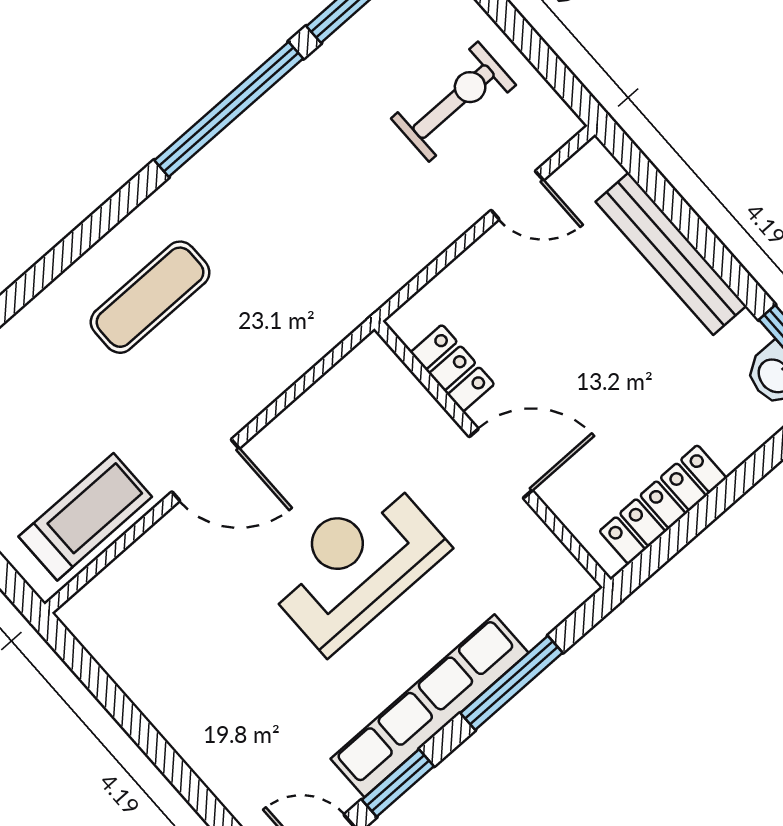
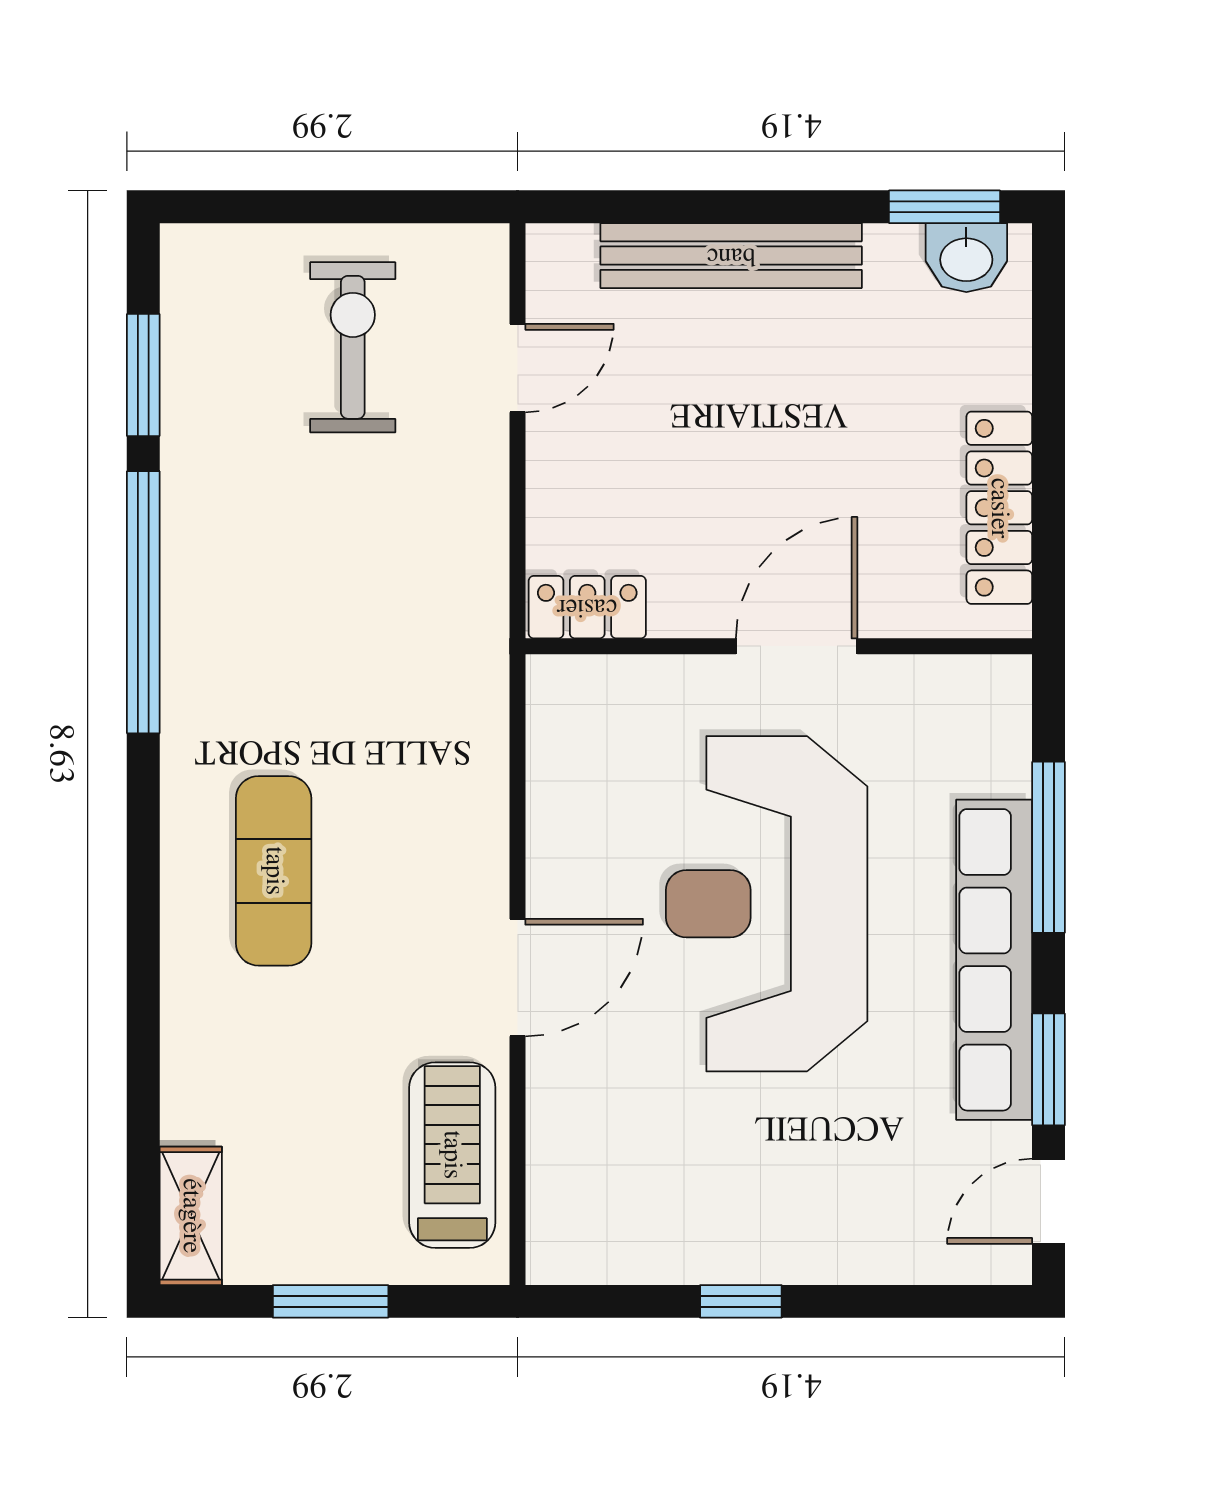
locker: (452, 368) -> (587, 607), moved
reception desk: (356, 564) -> (767, 904), width x1.36, depth x1.30
window: (141, 730) -> (741, 1301), added

